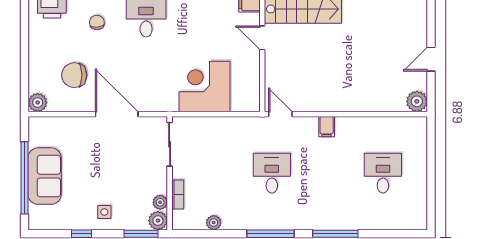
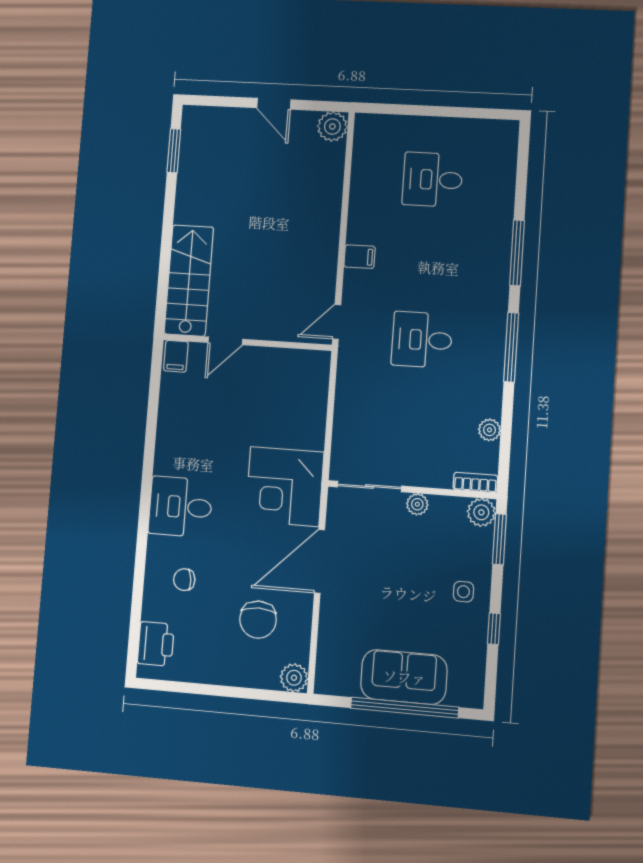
corner desk: (205, 86) -> (285, 487), moved
bookcase: (178, 195) -> (475, 482), moved
plant: (160, 202) -> (417, 504), moved

